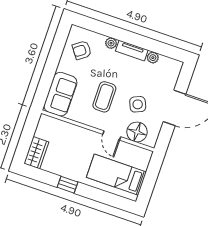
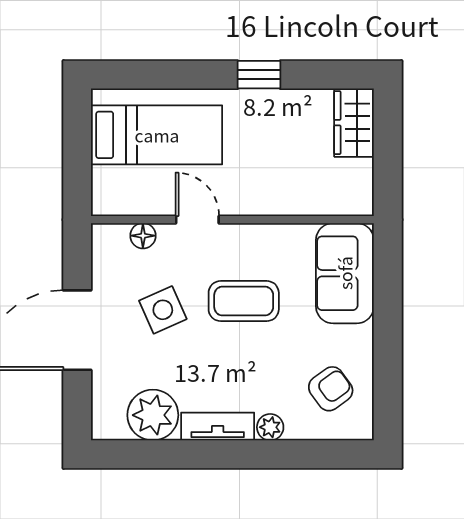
plant: (153, 58) -> (153, 415), width x1.88, depth x1.88
coffee table: (104, 97) -> (244, 301), turned 90
floor lamp: (137, 132) -> (143, 236), width x0.53, depth x0.53

